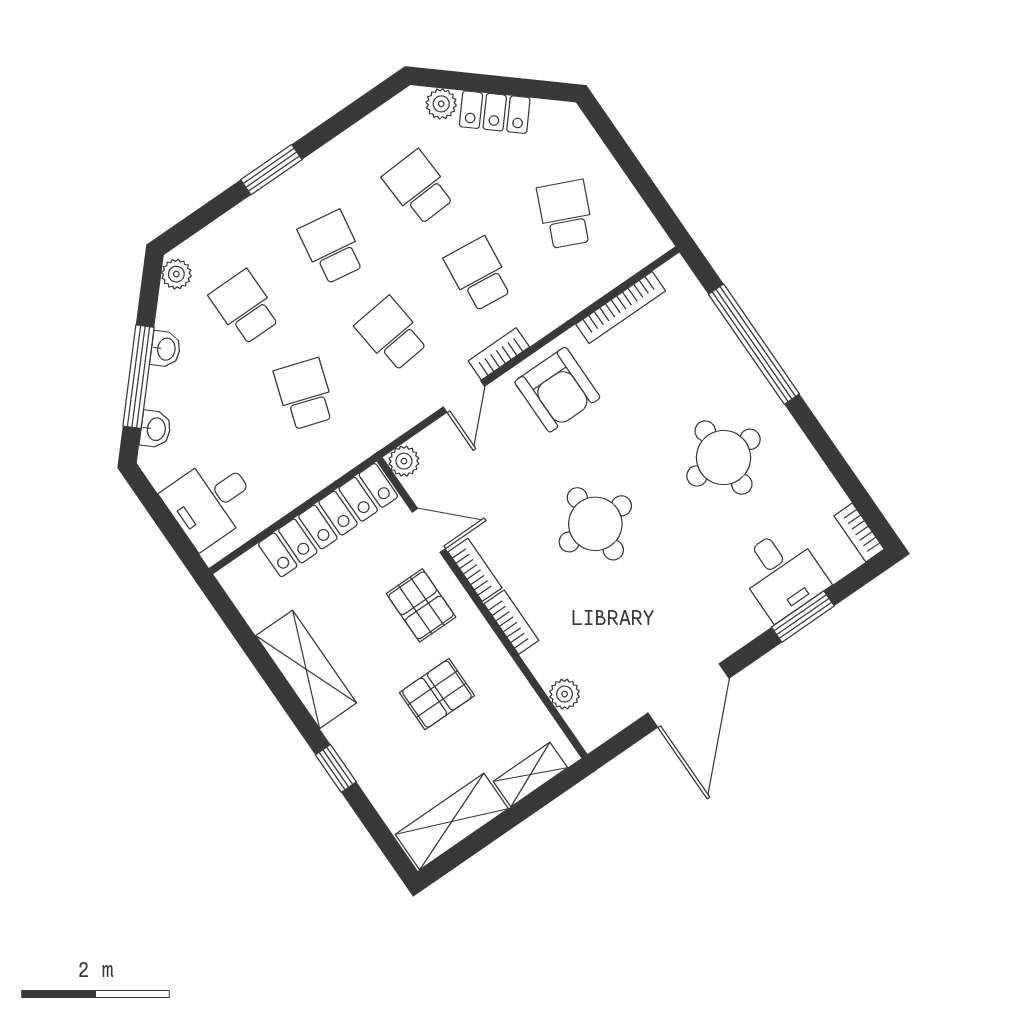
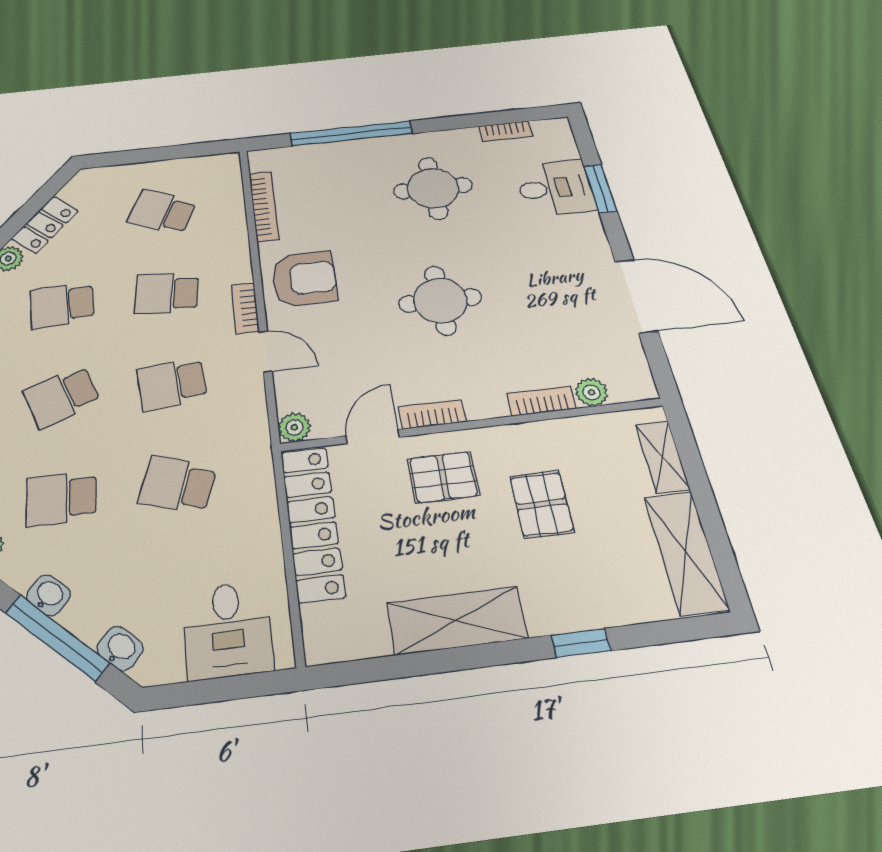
school desk: (332, 247) -> (62, 397), turned -30
bookcase: (859, 532) -> (505, 131), moved
bookcase: (511, 622) -> (541, 401), moved

